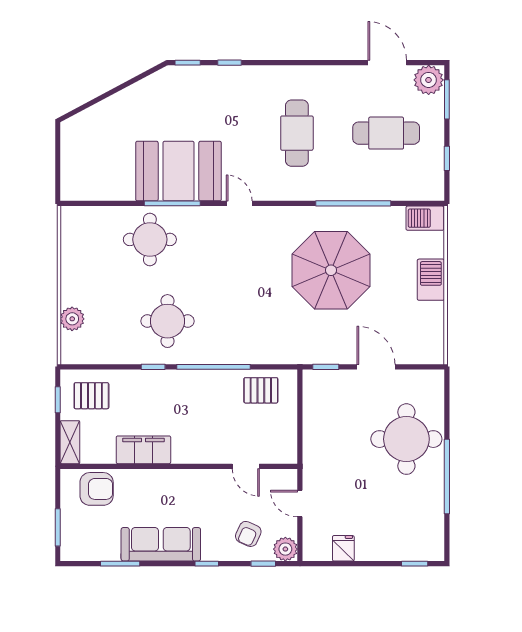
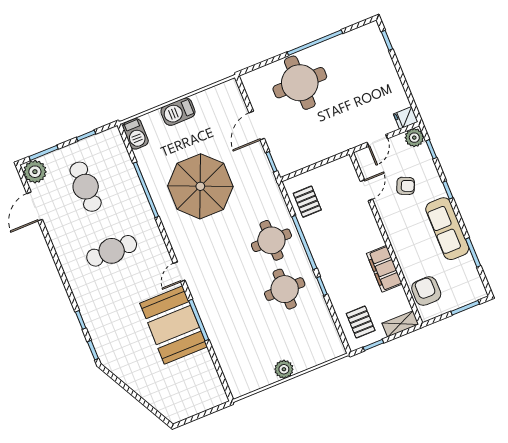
round table: (150, 239) -> (271, 240), moved
plant: (72, 319) -> (284, 369), moved
armchair: (248, 534) -> (406, 186), moved
fridge: (343, 548) -> (406, 118), moved

